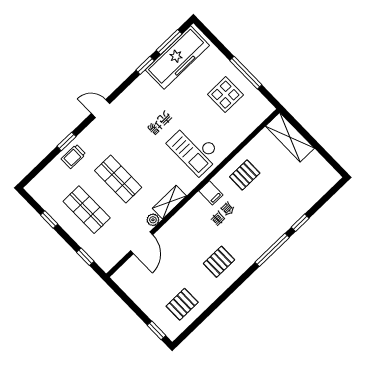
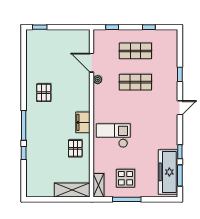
trolley: (73, 156) -> (169, 70), removed
filing cabinet: (211, 193) -> (83, 122), width x2.00
shelving: (169, 202) -> (99, 185), moved
pallet: (182, 304) -> (40, 53), removed

